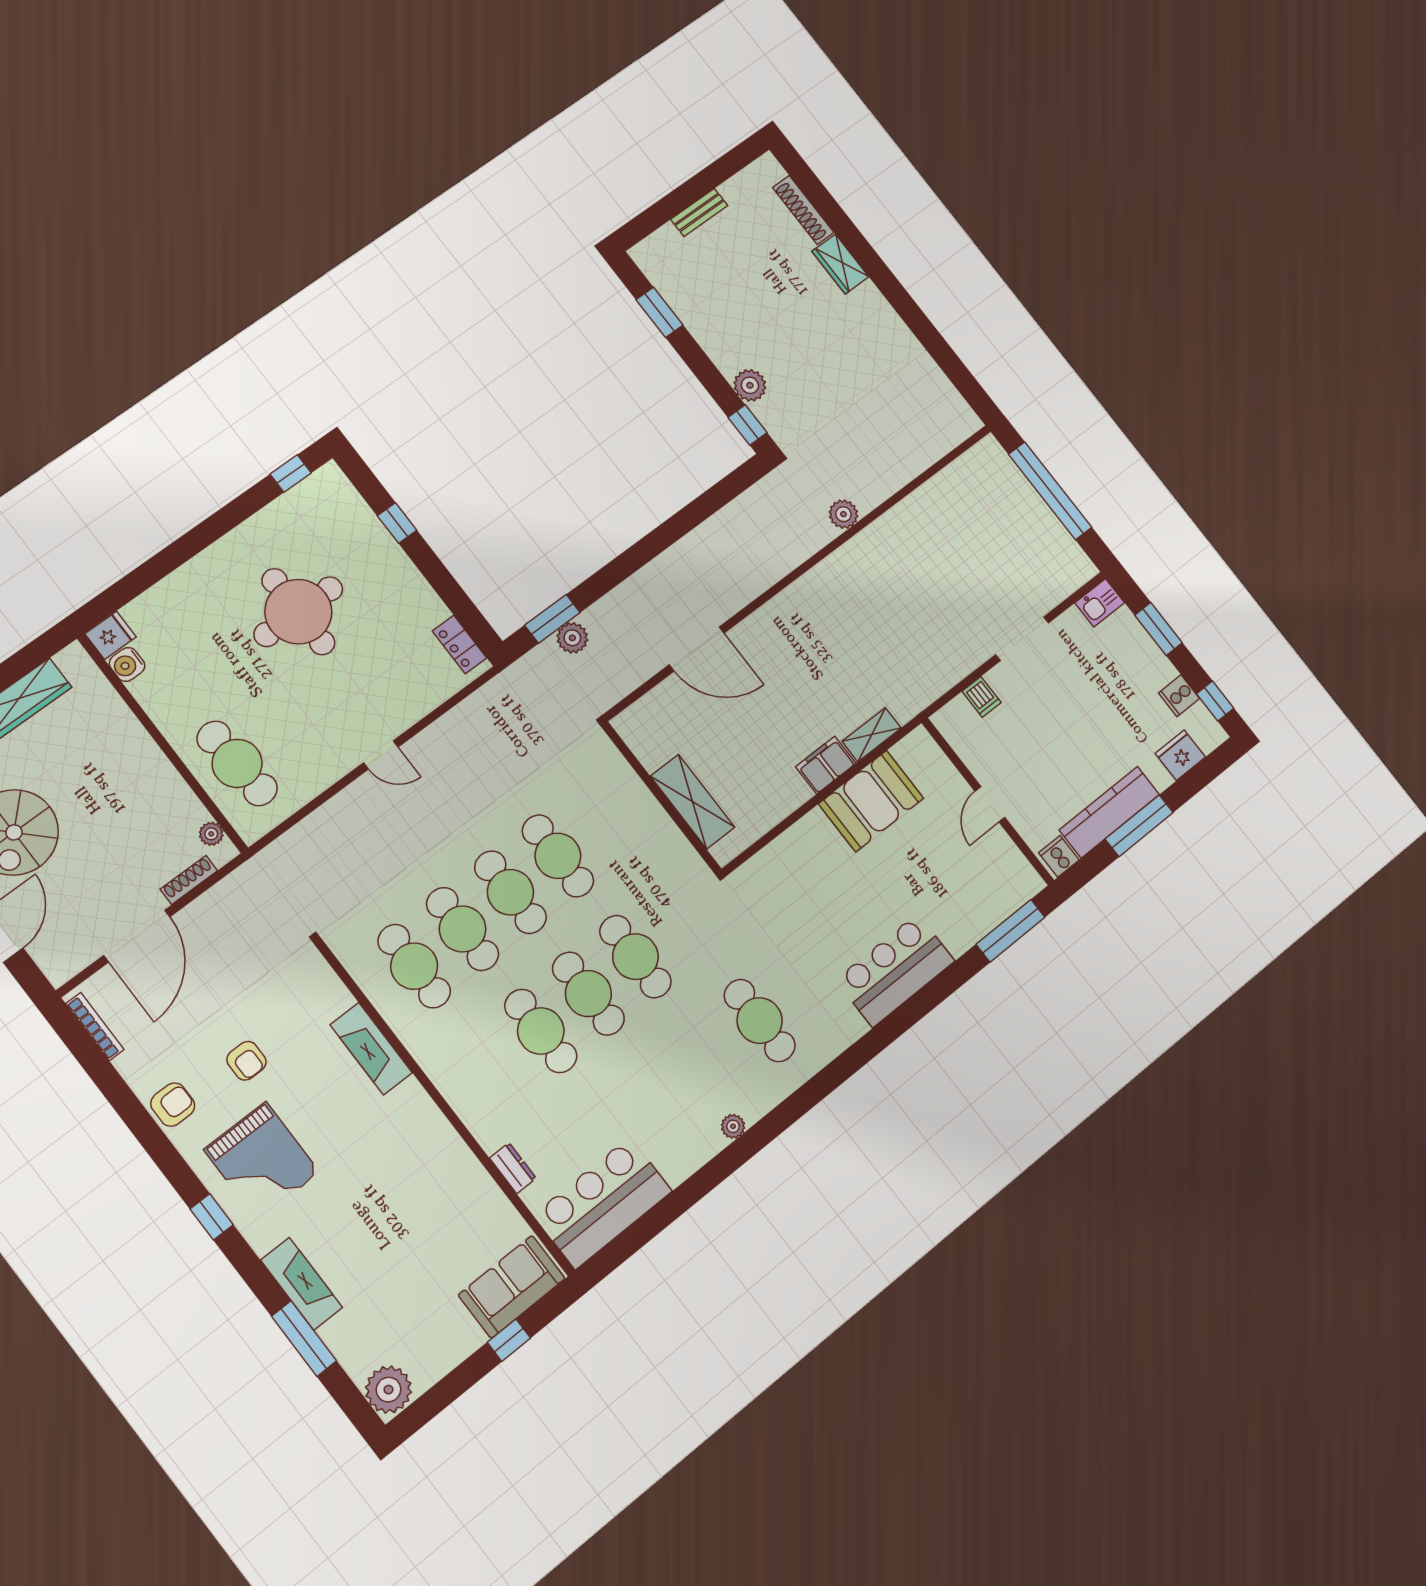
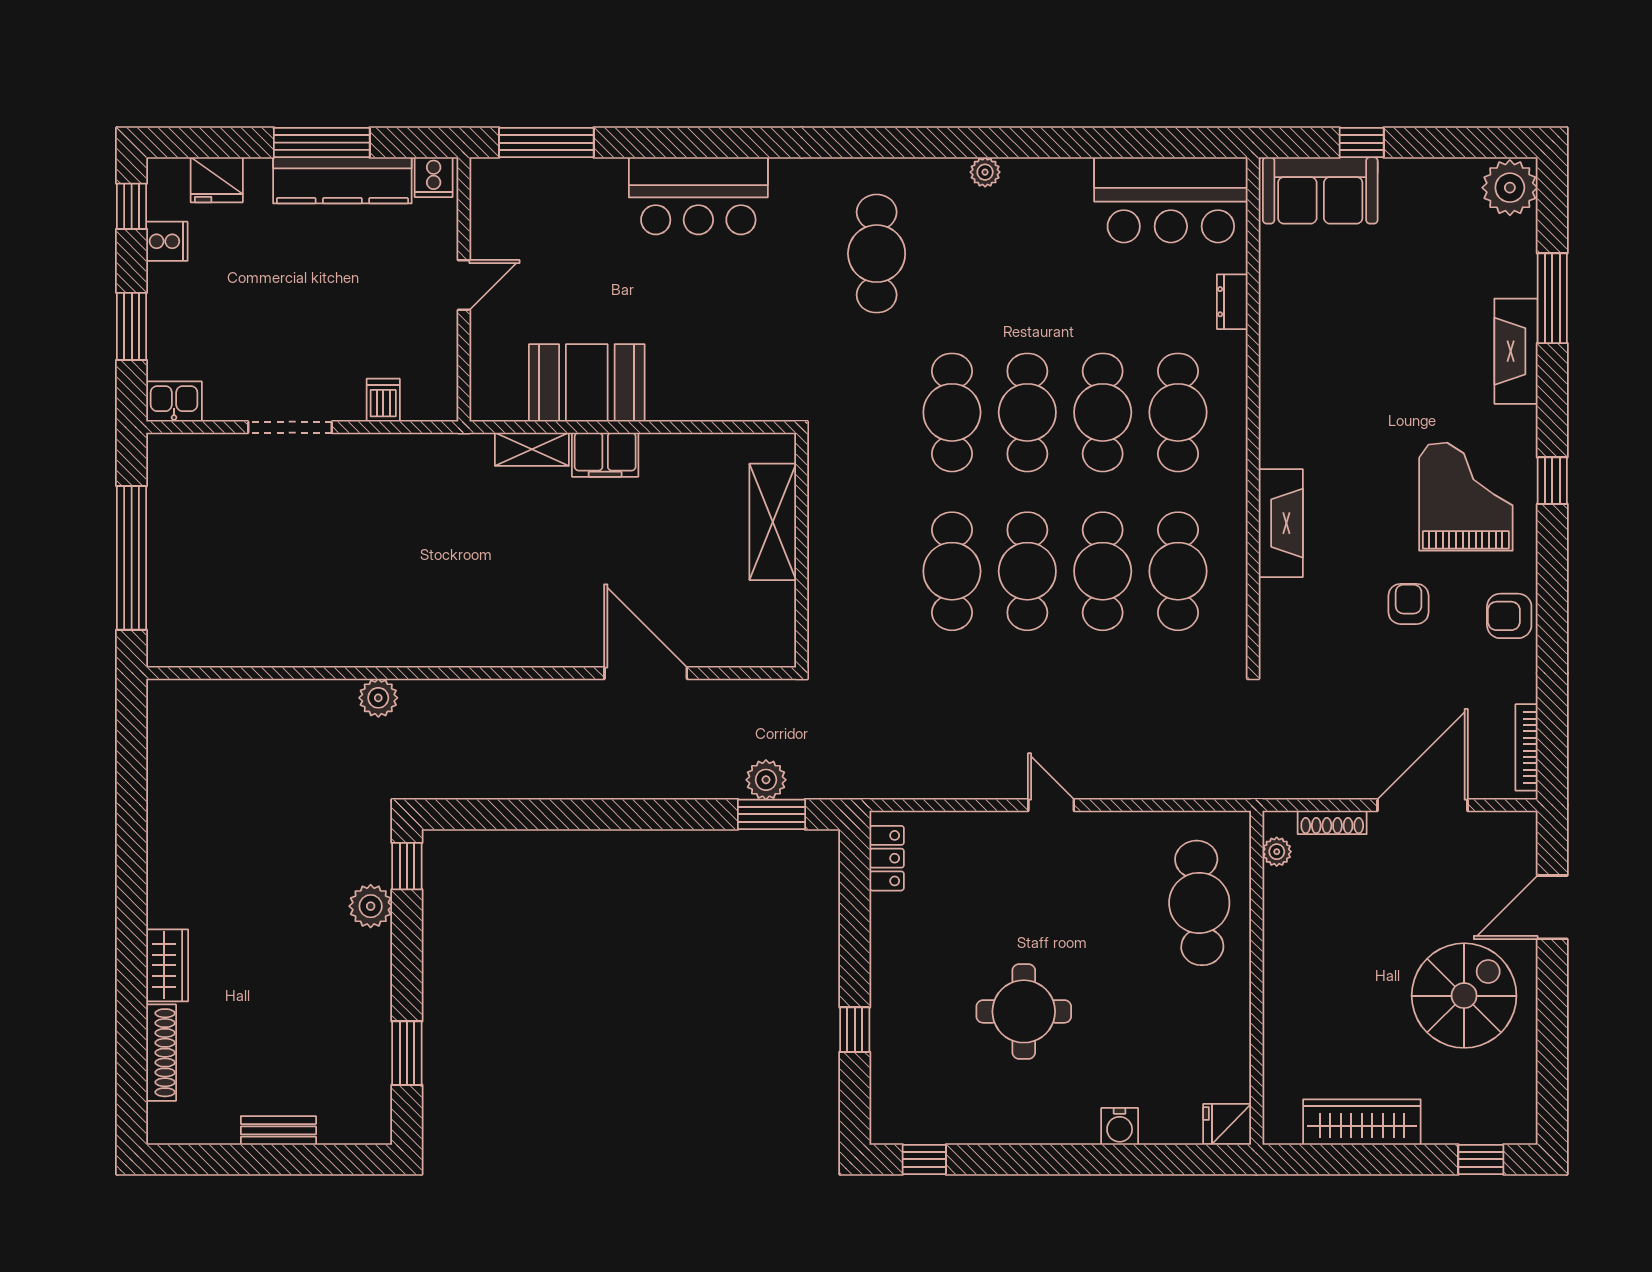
round table: (298, 612) -> (1024, 1011), width x0.73, depth x0.73
water cooler: (127, 664) -> (1120, 1126), moved, turned 90
cafe table: (493, 1069) -> (1178, 412), added

